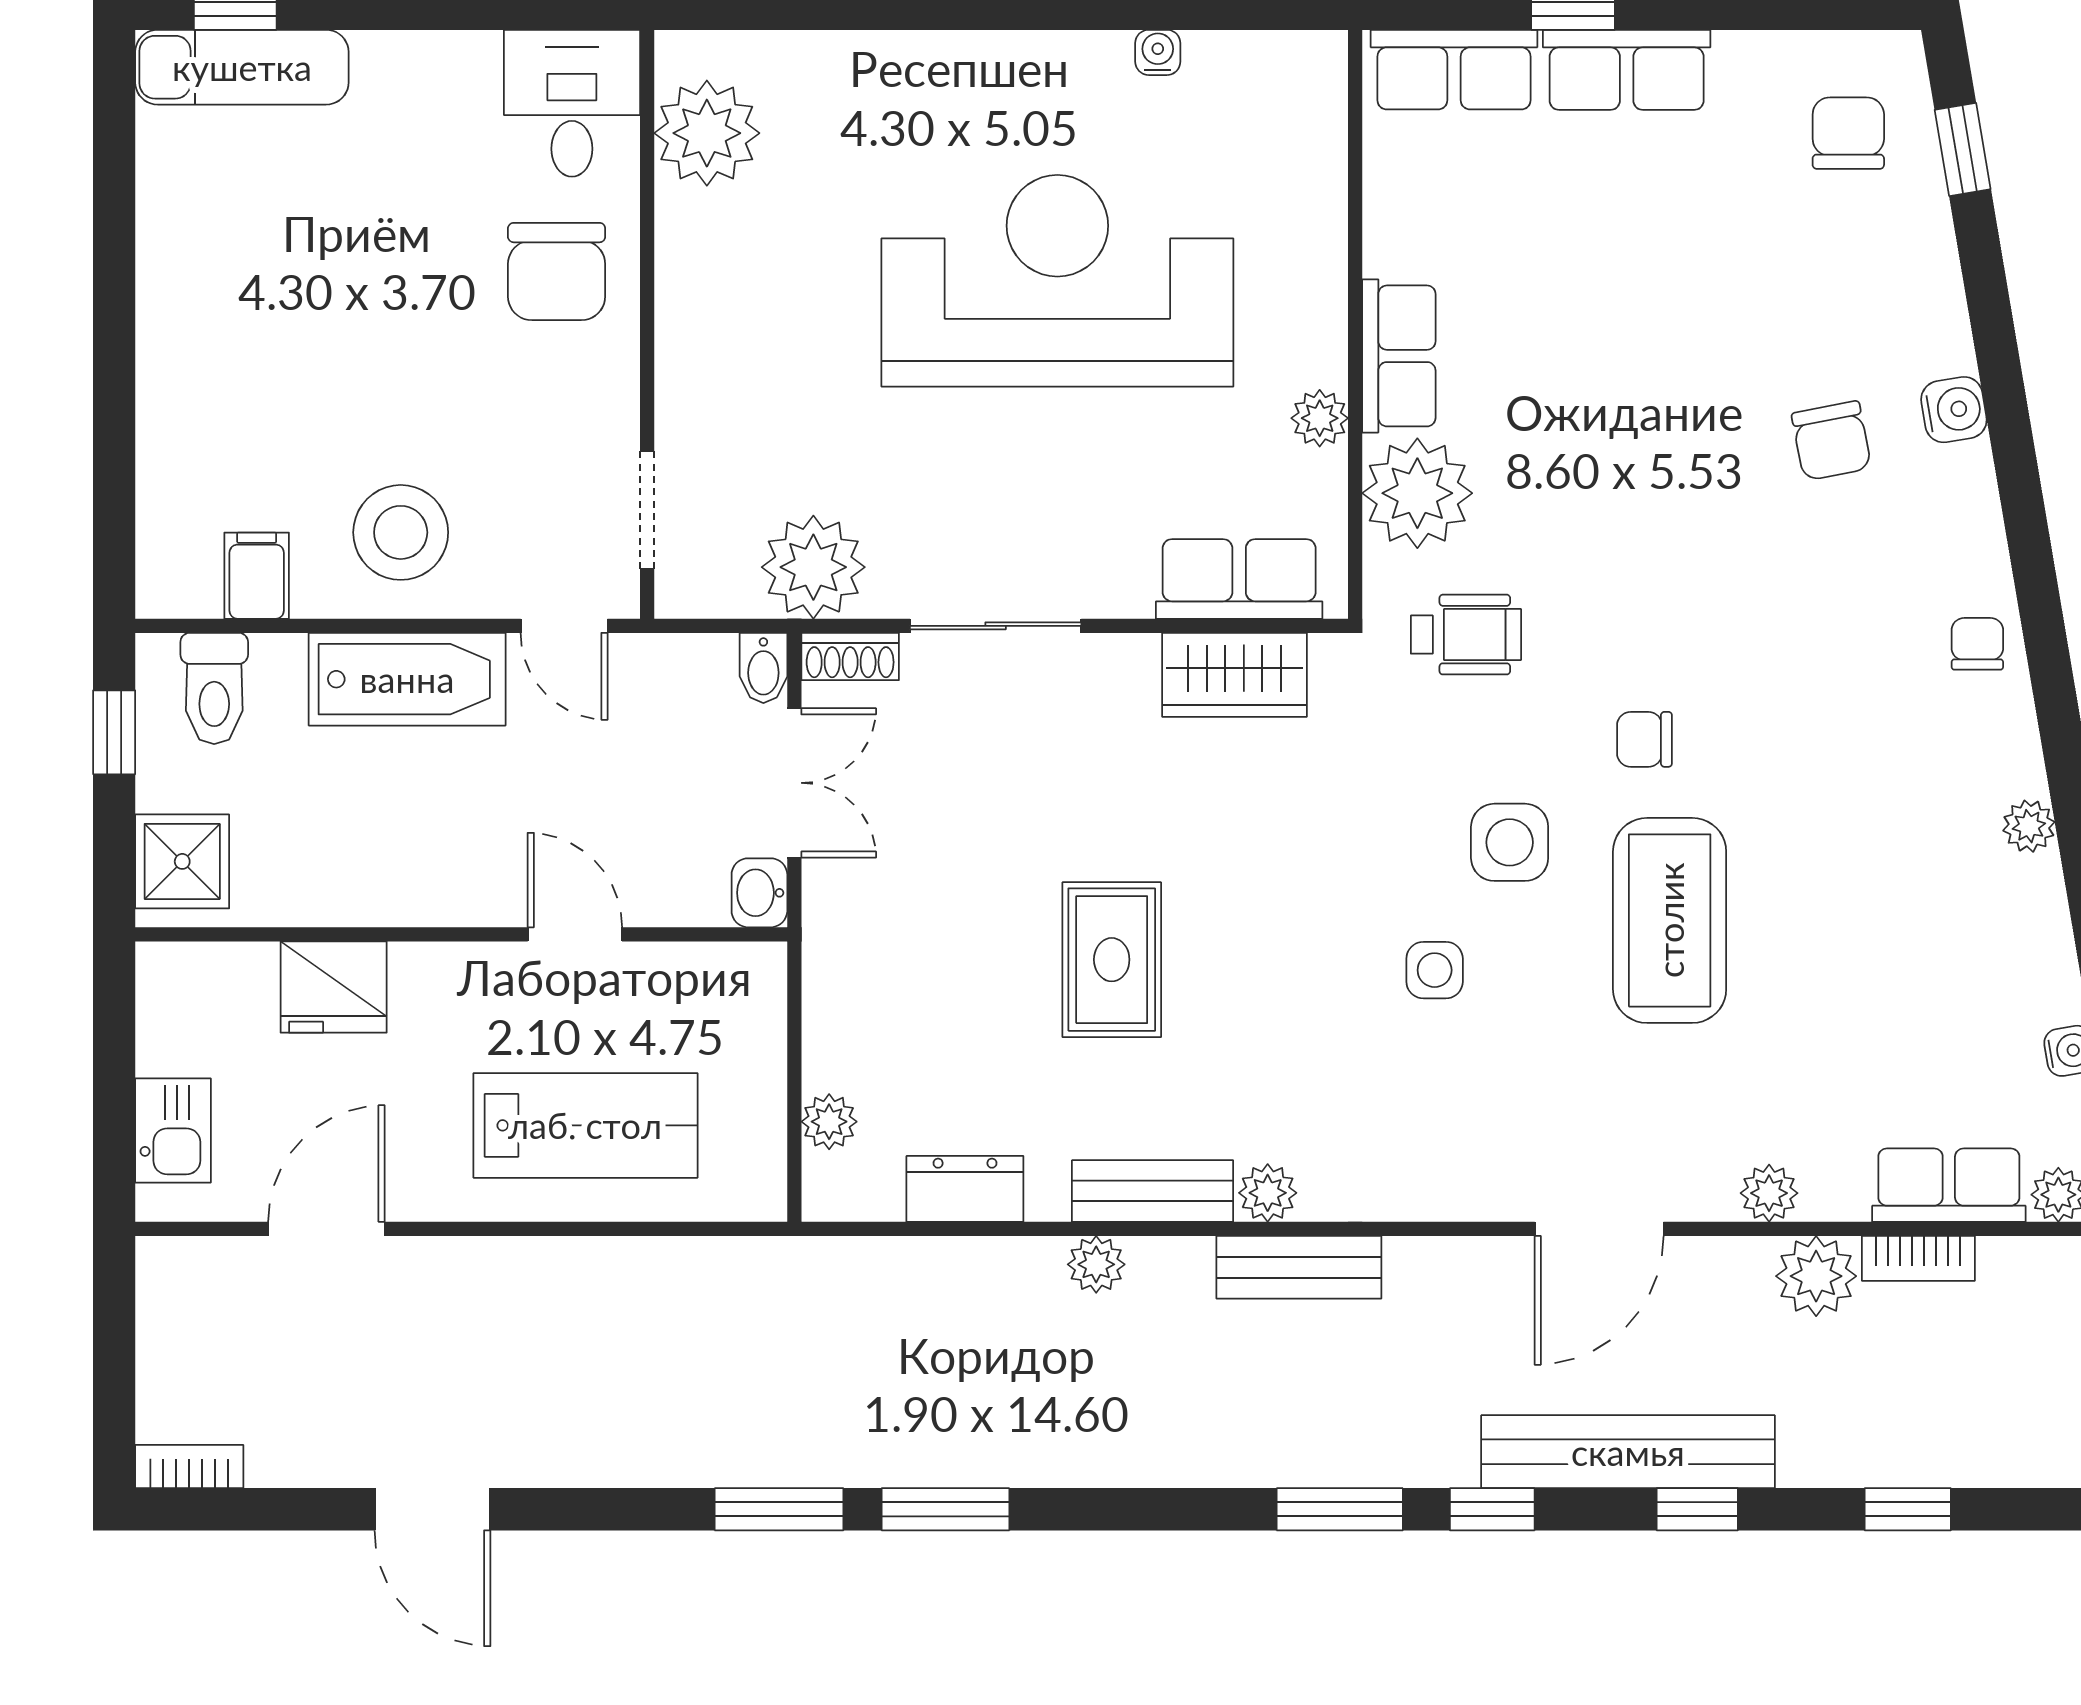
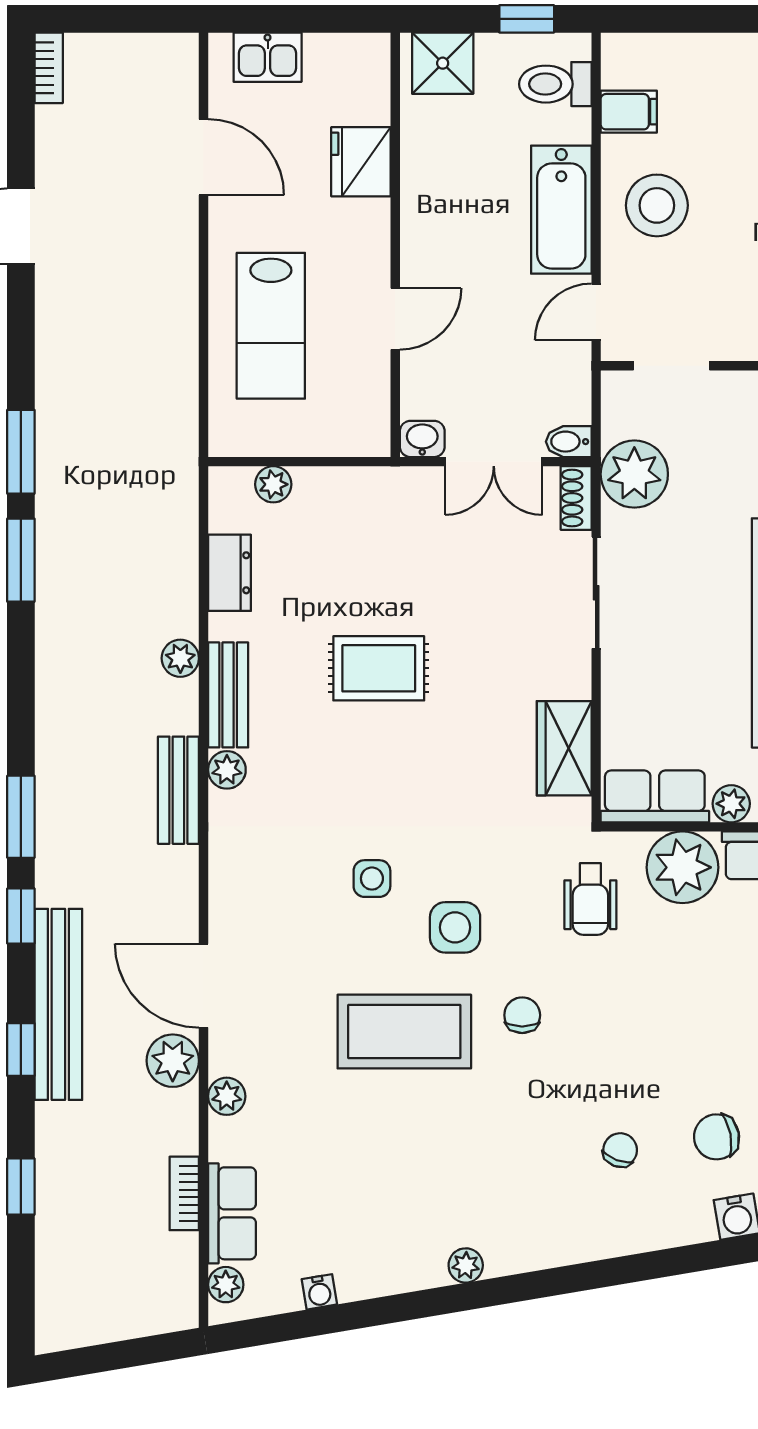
row of seats: (1239, 579) -> (655, 796), moved, turned -90
chair: (1977, 644) -> (620, 1150), moved, turned -69
plant: (1816, 1276) -> (173, 1061), moved

